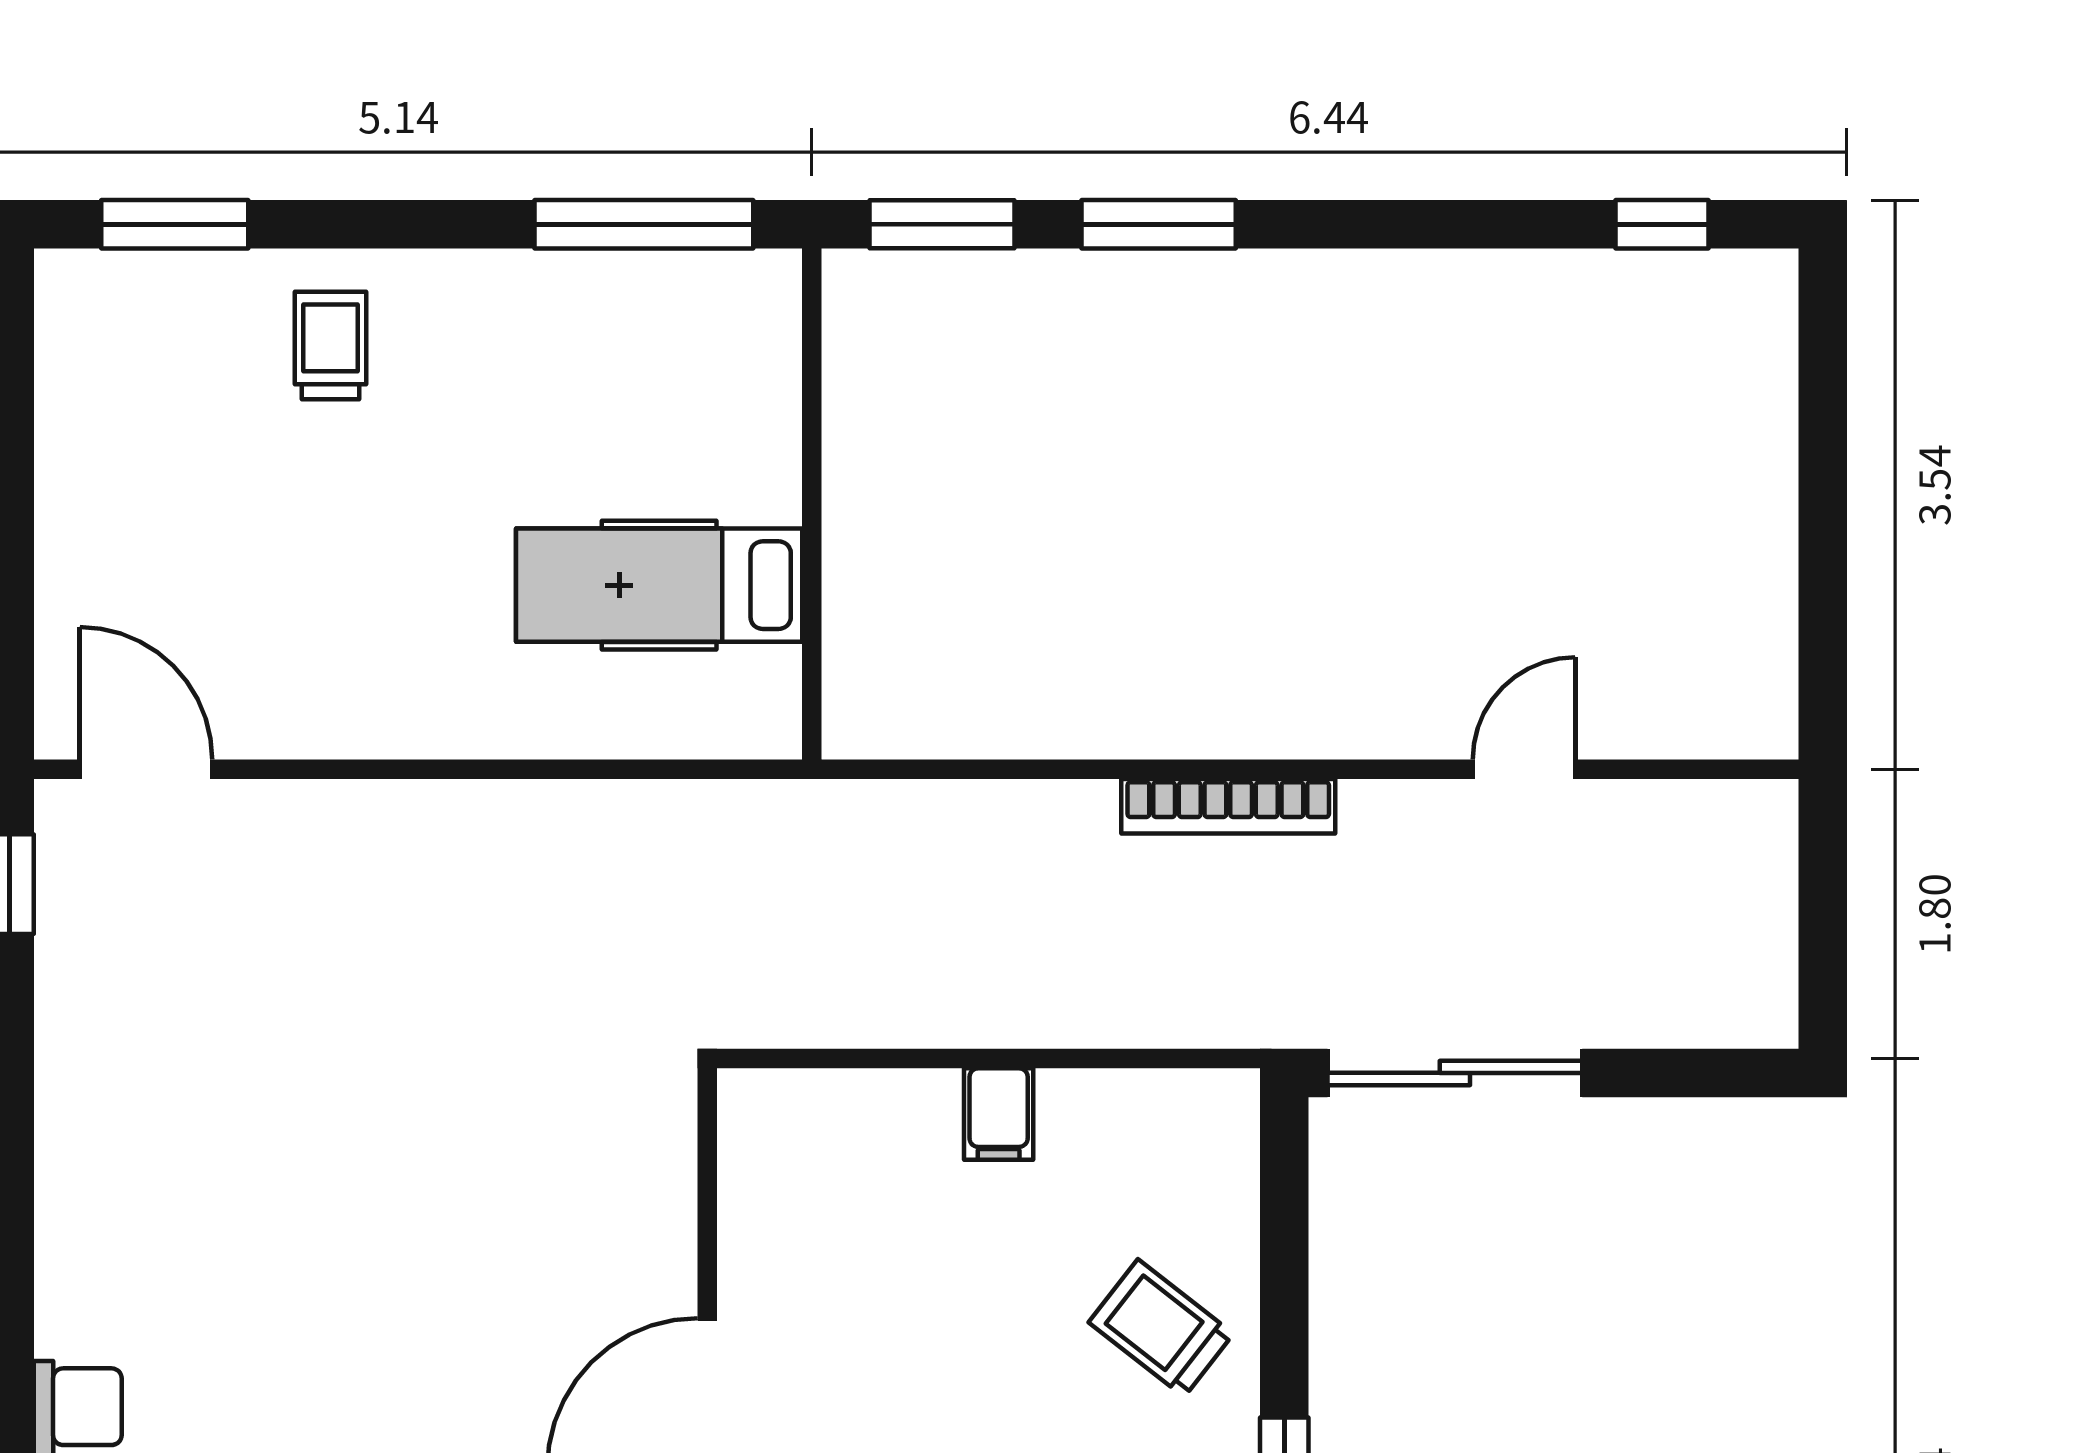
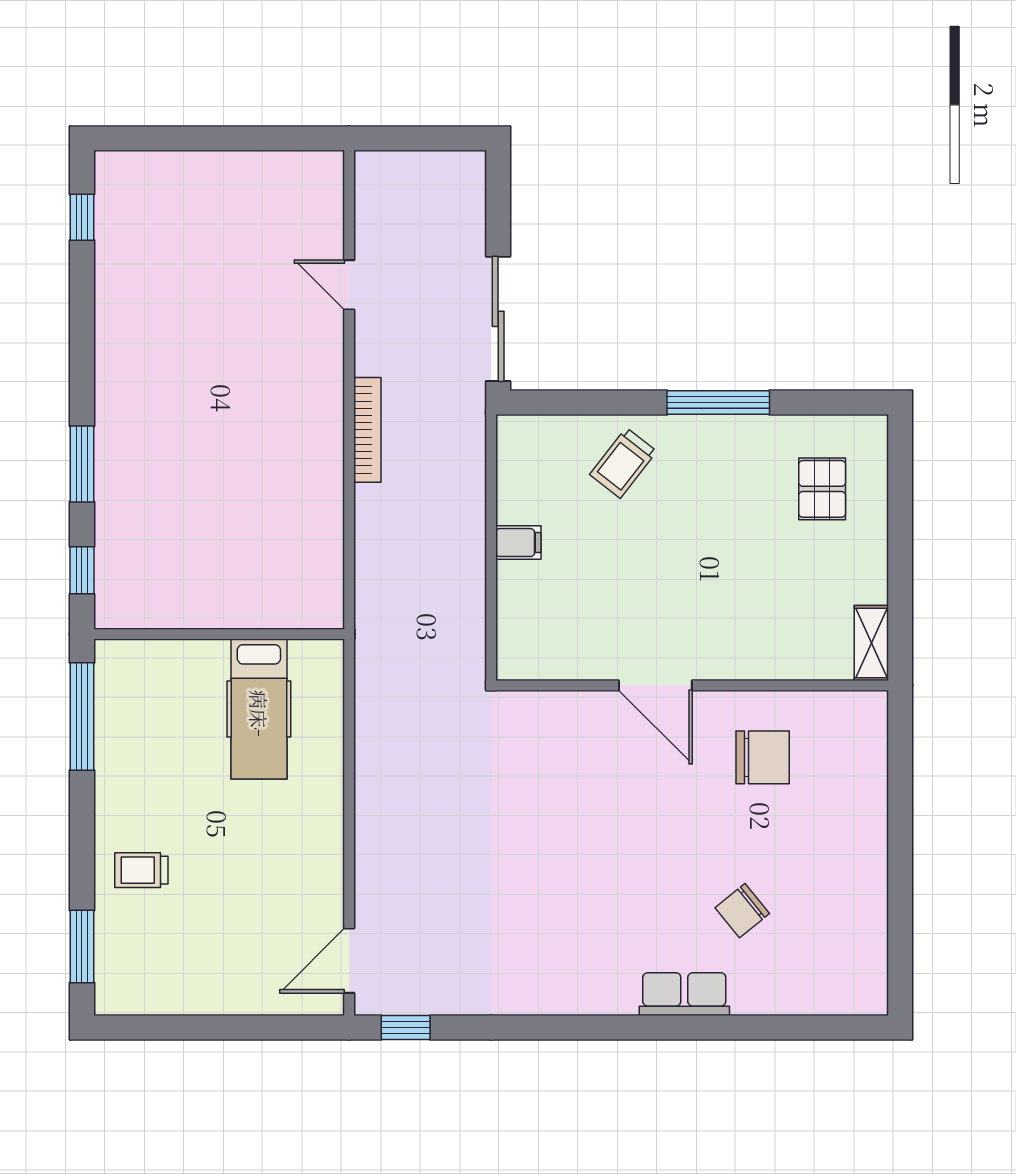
window: (942, 224) -> (82, 570), width x0.67

